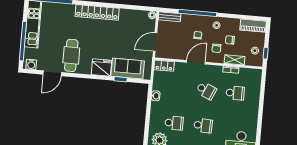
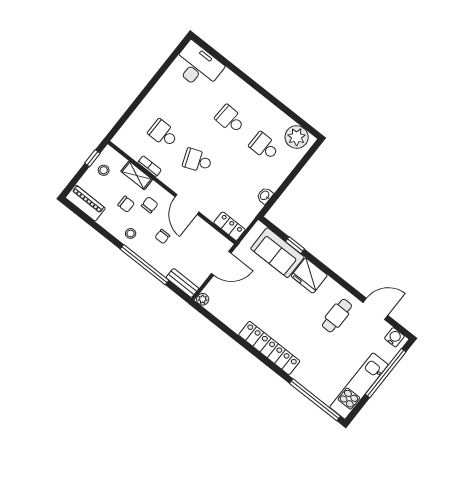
cafe table: (71, 55) -> (337, 316), width x0.73, depth x0.74
door: (196, 62) -> (187, 204), hinge flipped
school desk: (206, 90) -> (197, 161), turned -45

